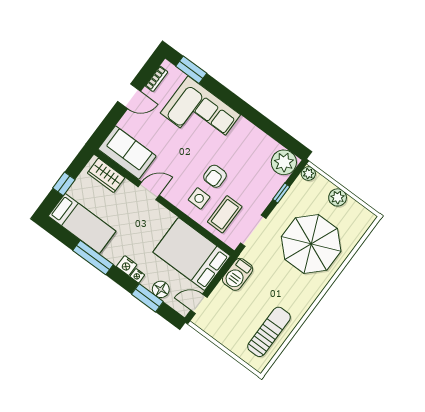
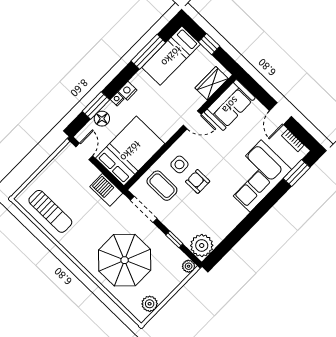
door: (149, 191) -> (192, 120), hinge flipped
plant: (338, 197) -> (150, 304), moved
window: (93, 257) -> (148, 52), moved

